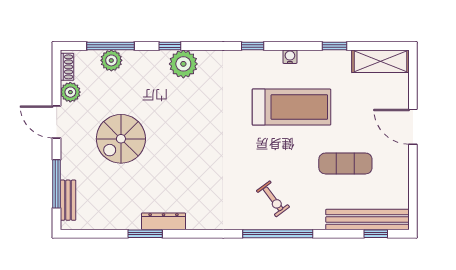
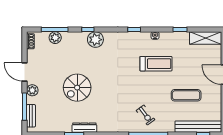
plant: (70, 92) -> (32, 90), moved
treadmill: (291, 107) -> (156, 64), width x0.73, depth x0.73
spiral stairs: (121, 139) -> (77, 88), moved

